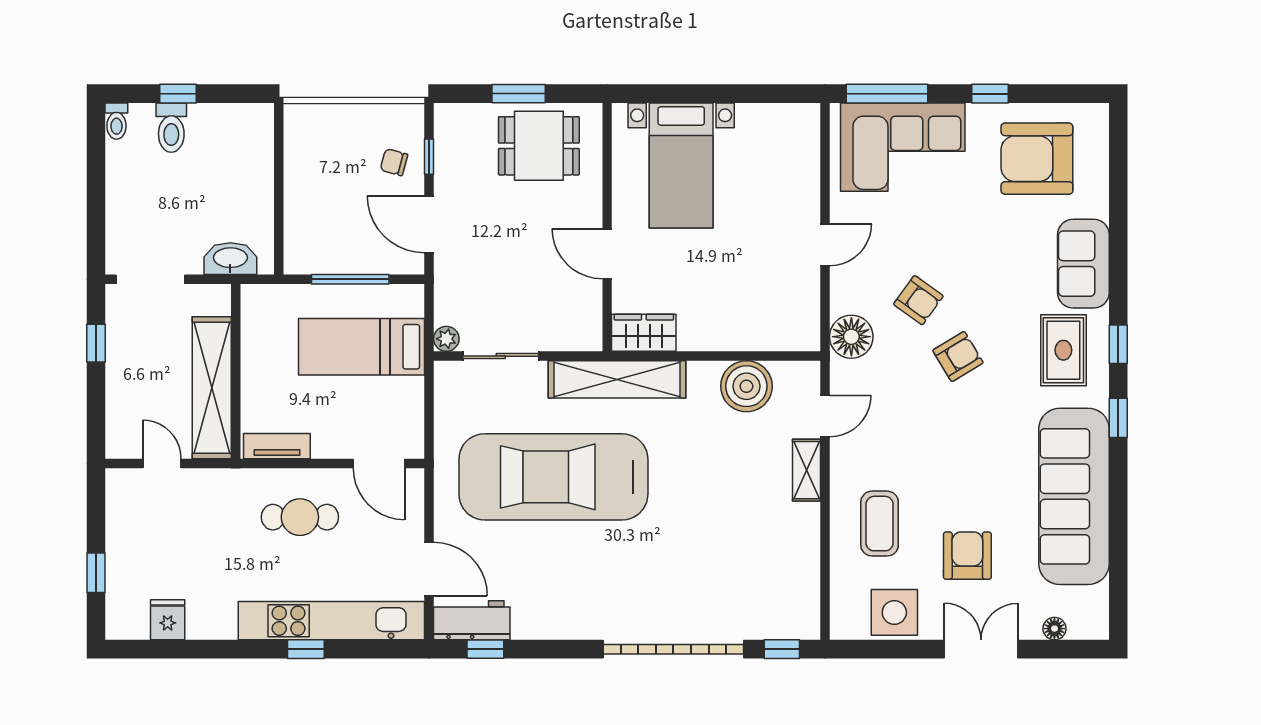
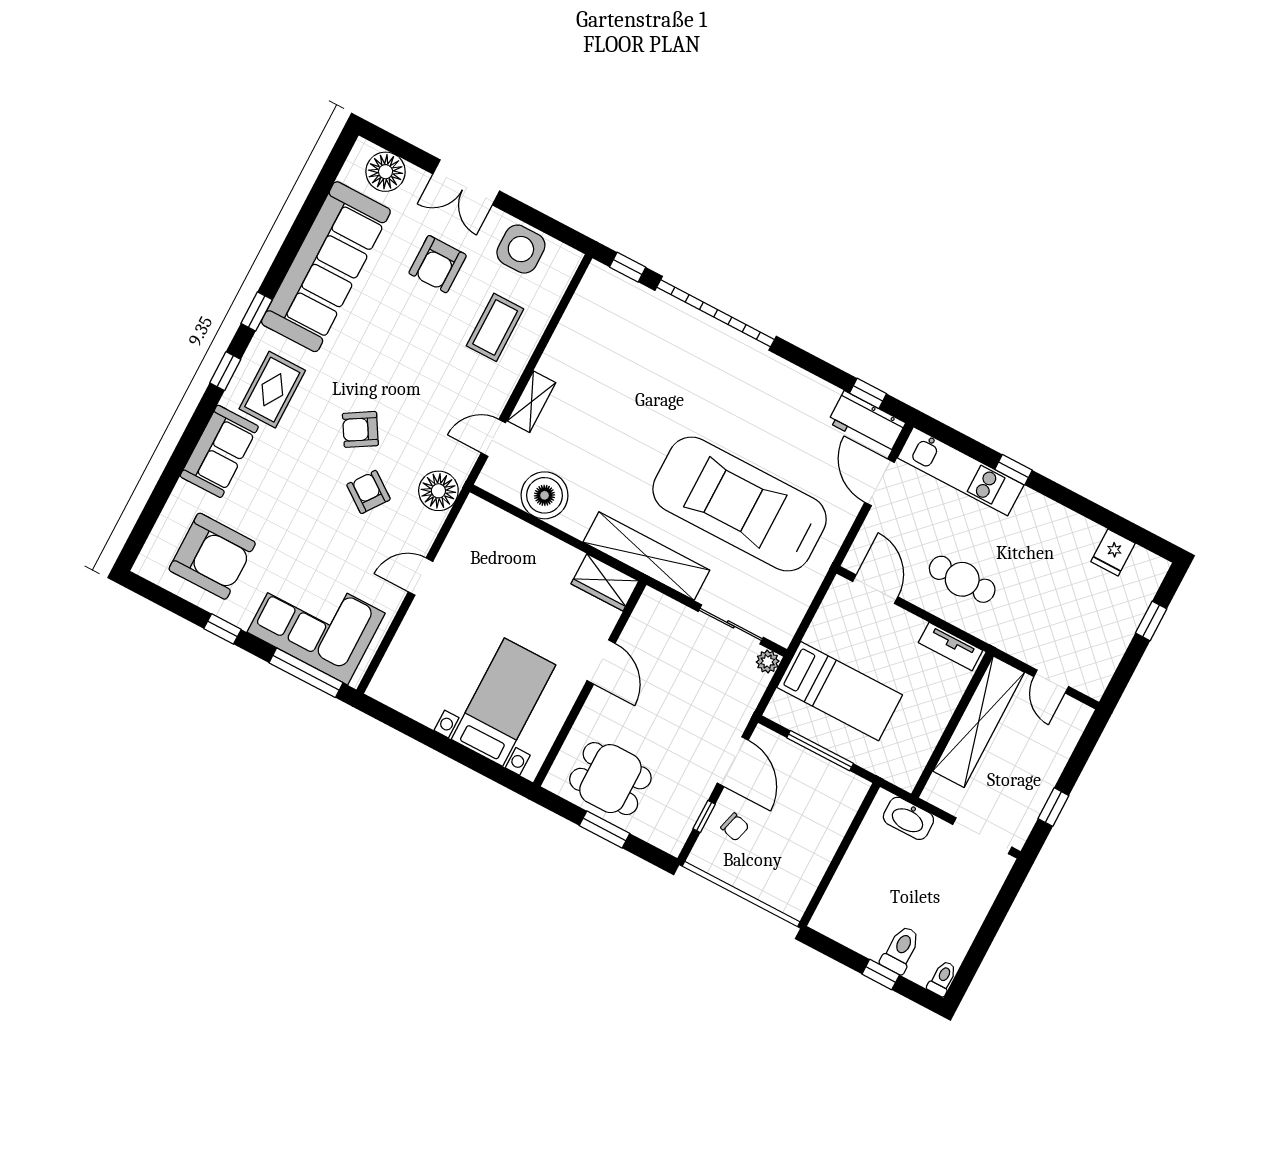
car: (553, 477) -> (740, 504), turned 180
kitchen unit: (331, 621) -> (961, 471), width x0.73
floor lamp: (1054, 629) -> (386, 172), width x1.89, depth x1.89

